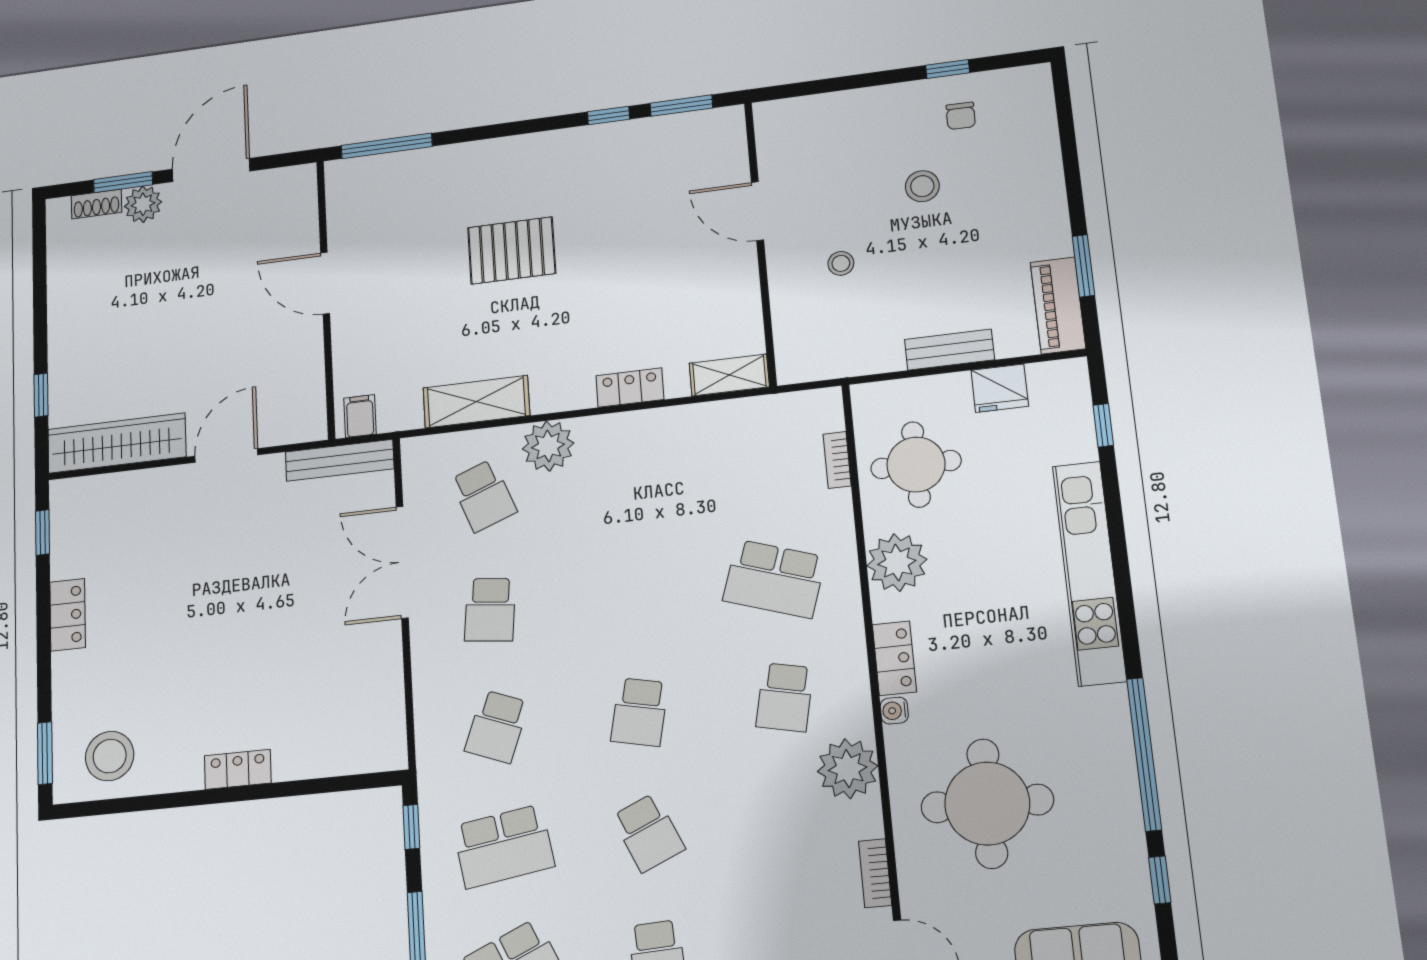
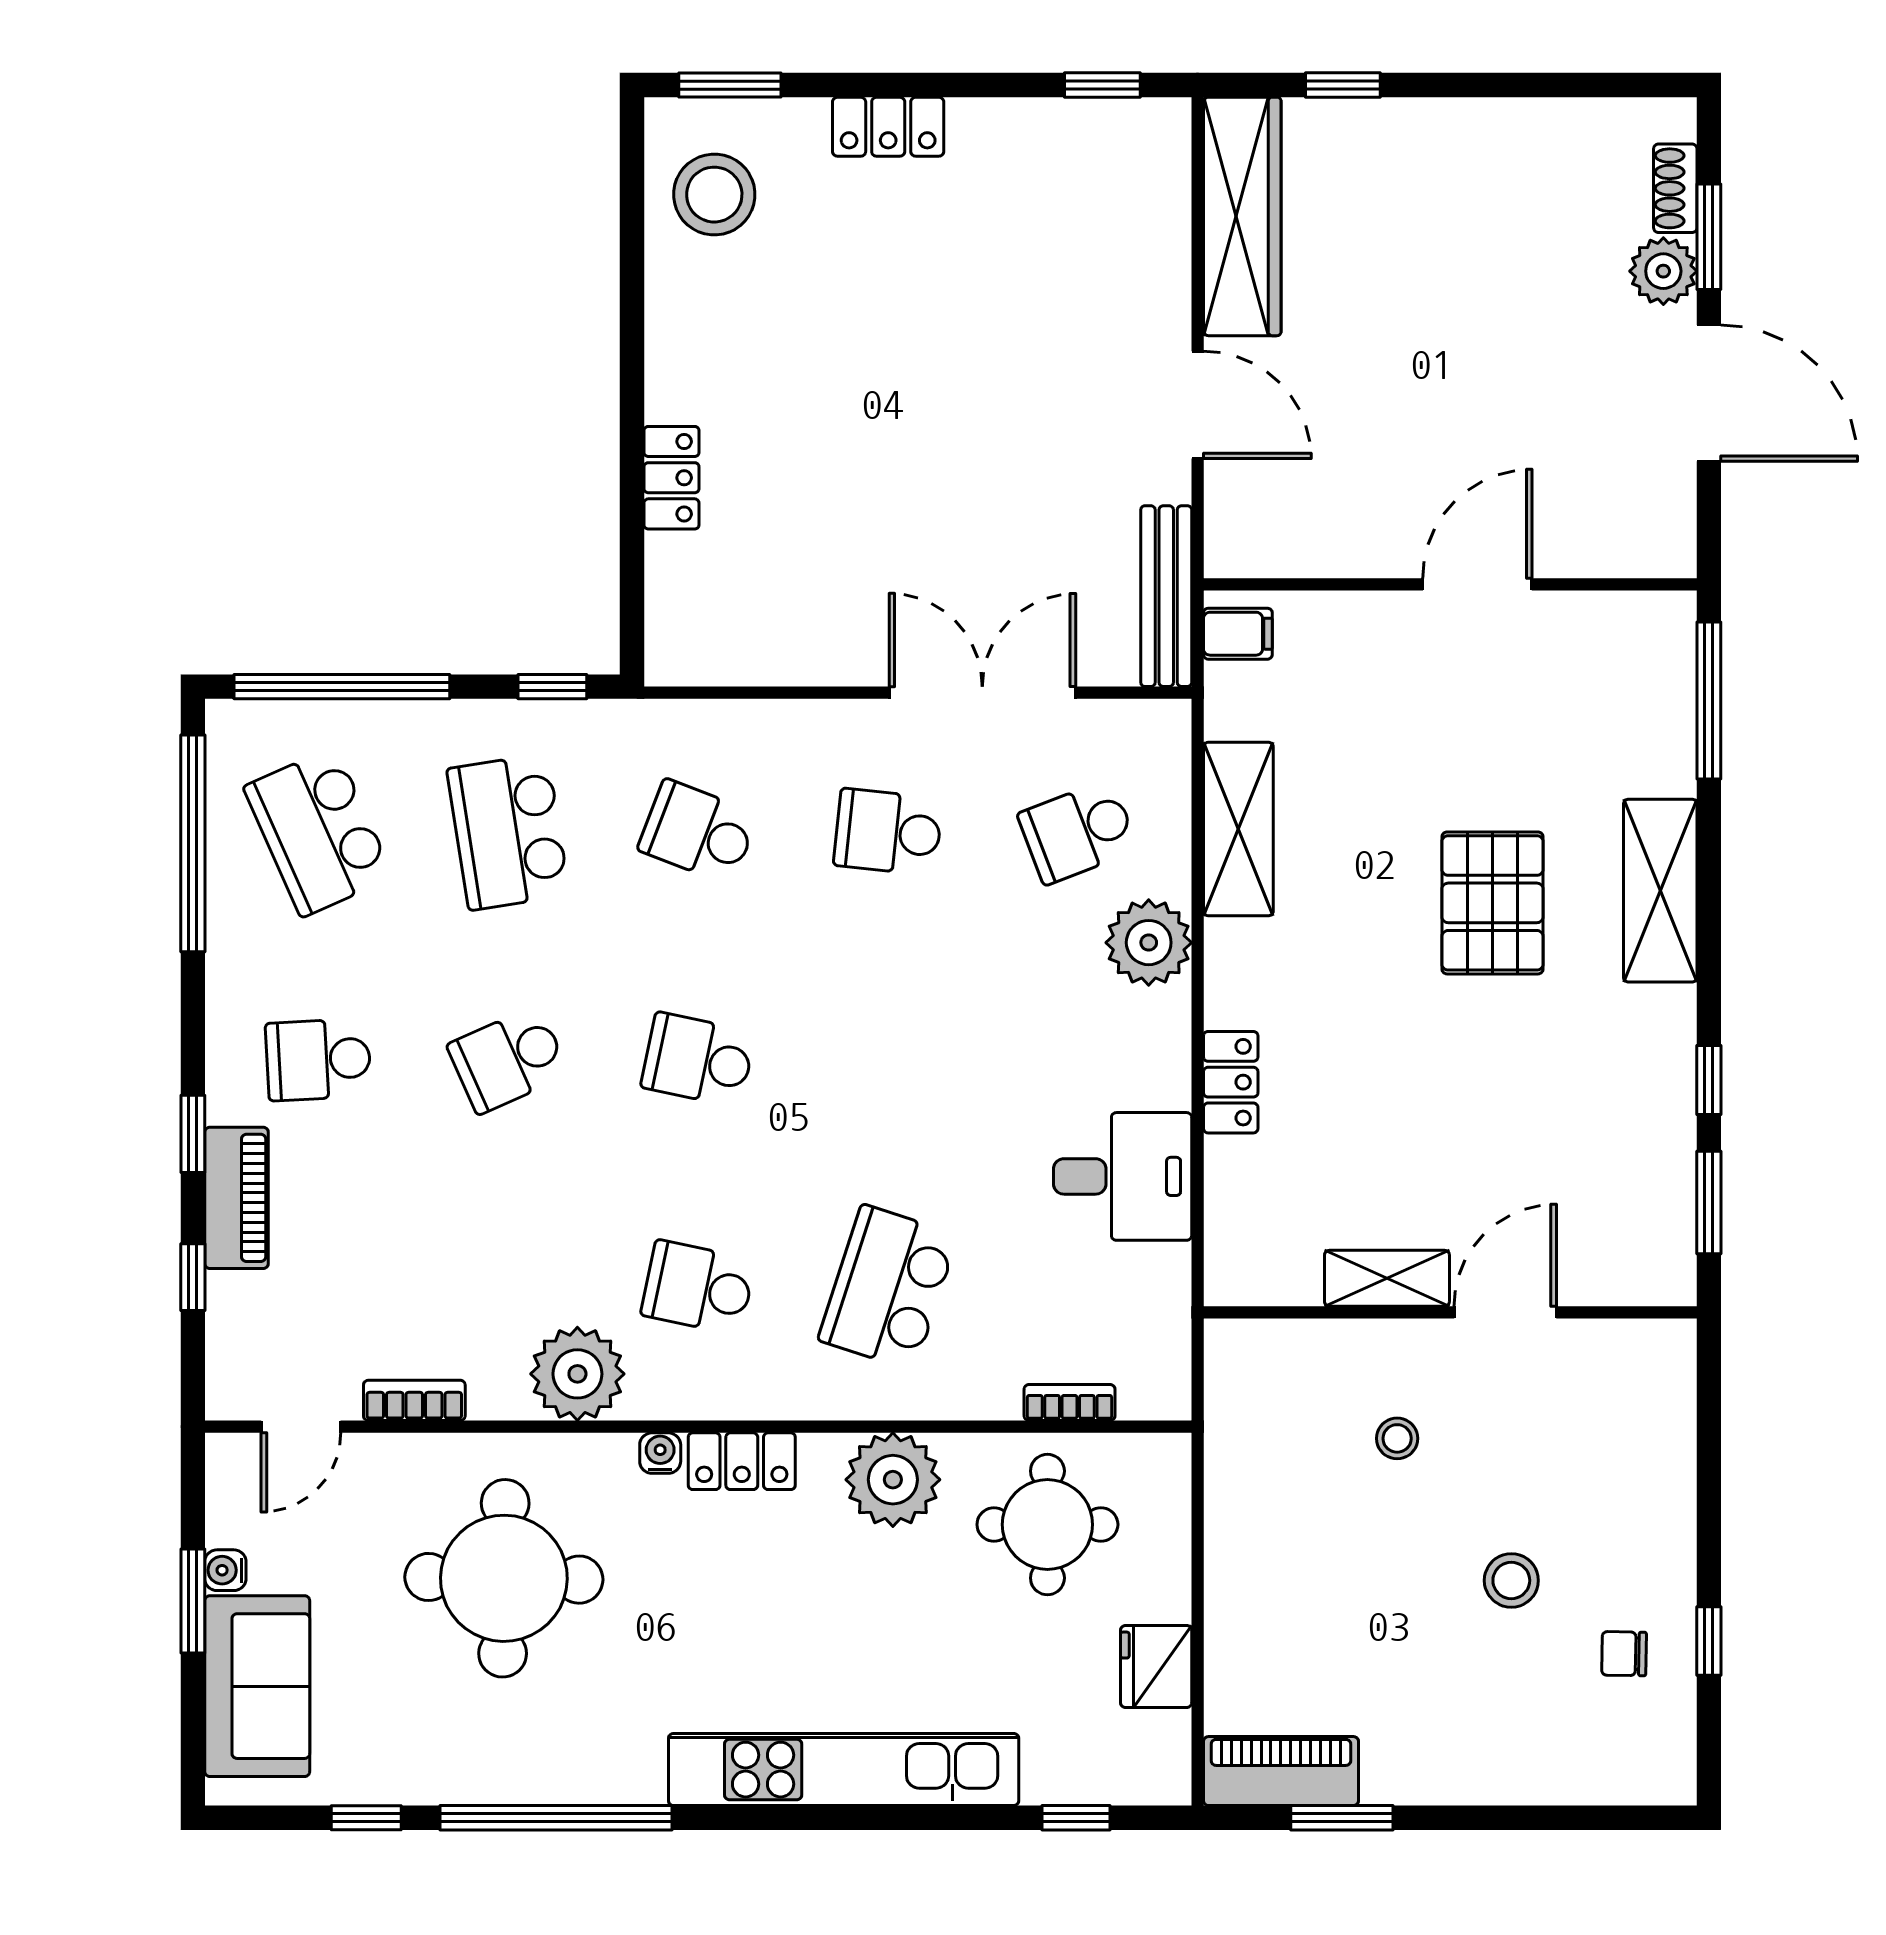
shelving: (499, 158) -> (1660, 891), added
bench: (949, 350) -> (1230, 1595), removed
shelving: (729, 375) -> (1387, 1278), moved, turned 90
desk: (693, 445) -> (1123, 1176), added
locker: (68, 615) -> (888, 127), moved
locker: (238, 769) -> (671, 478), moved

